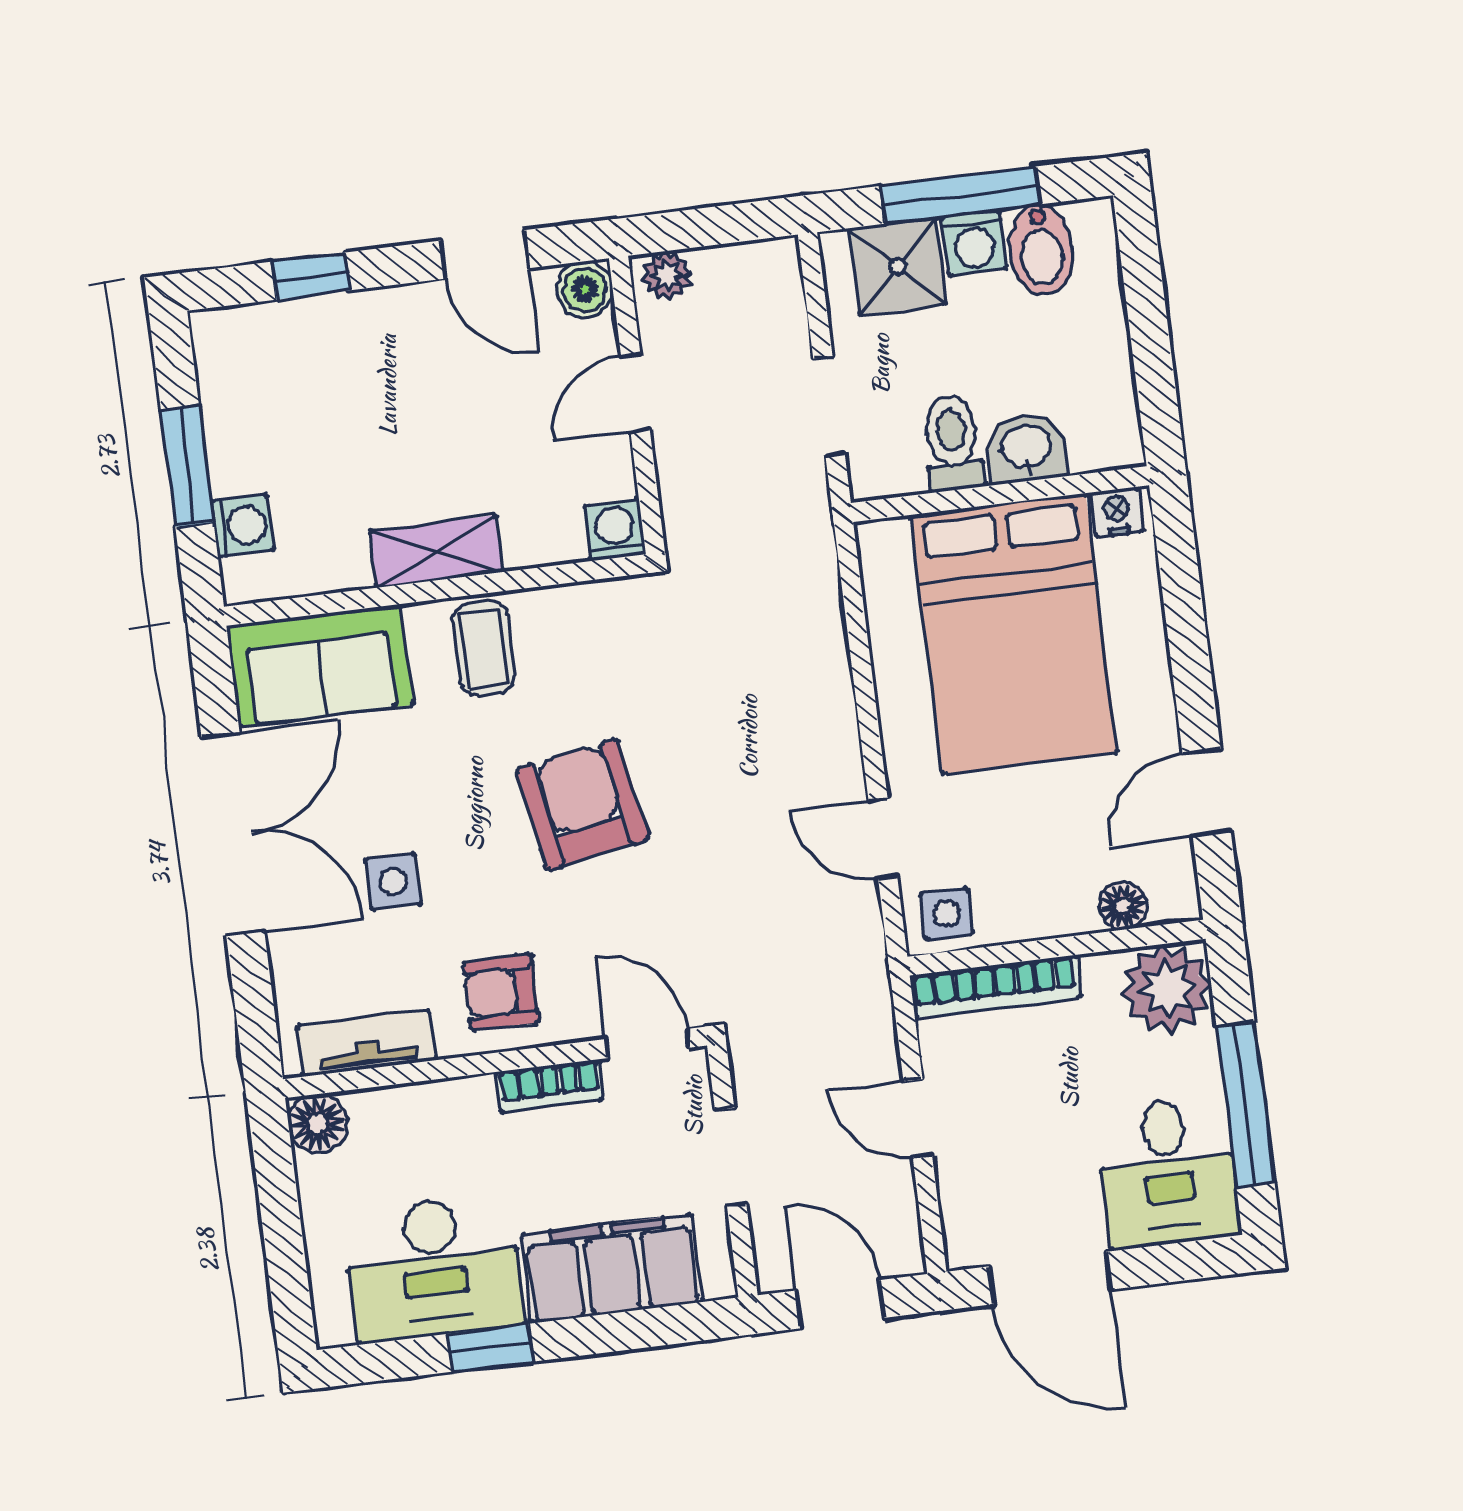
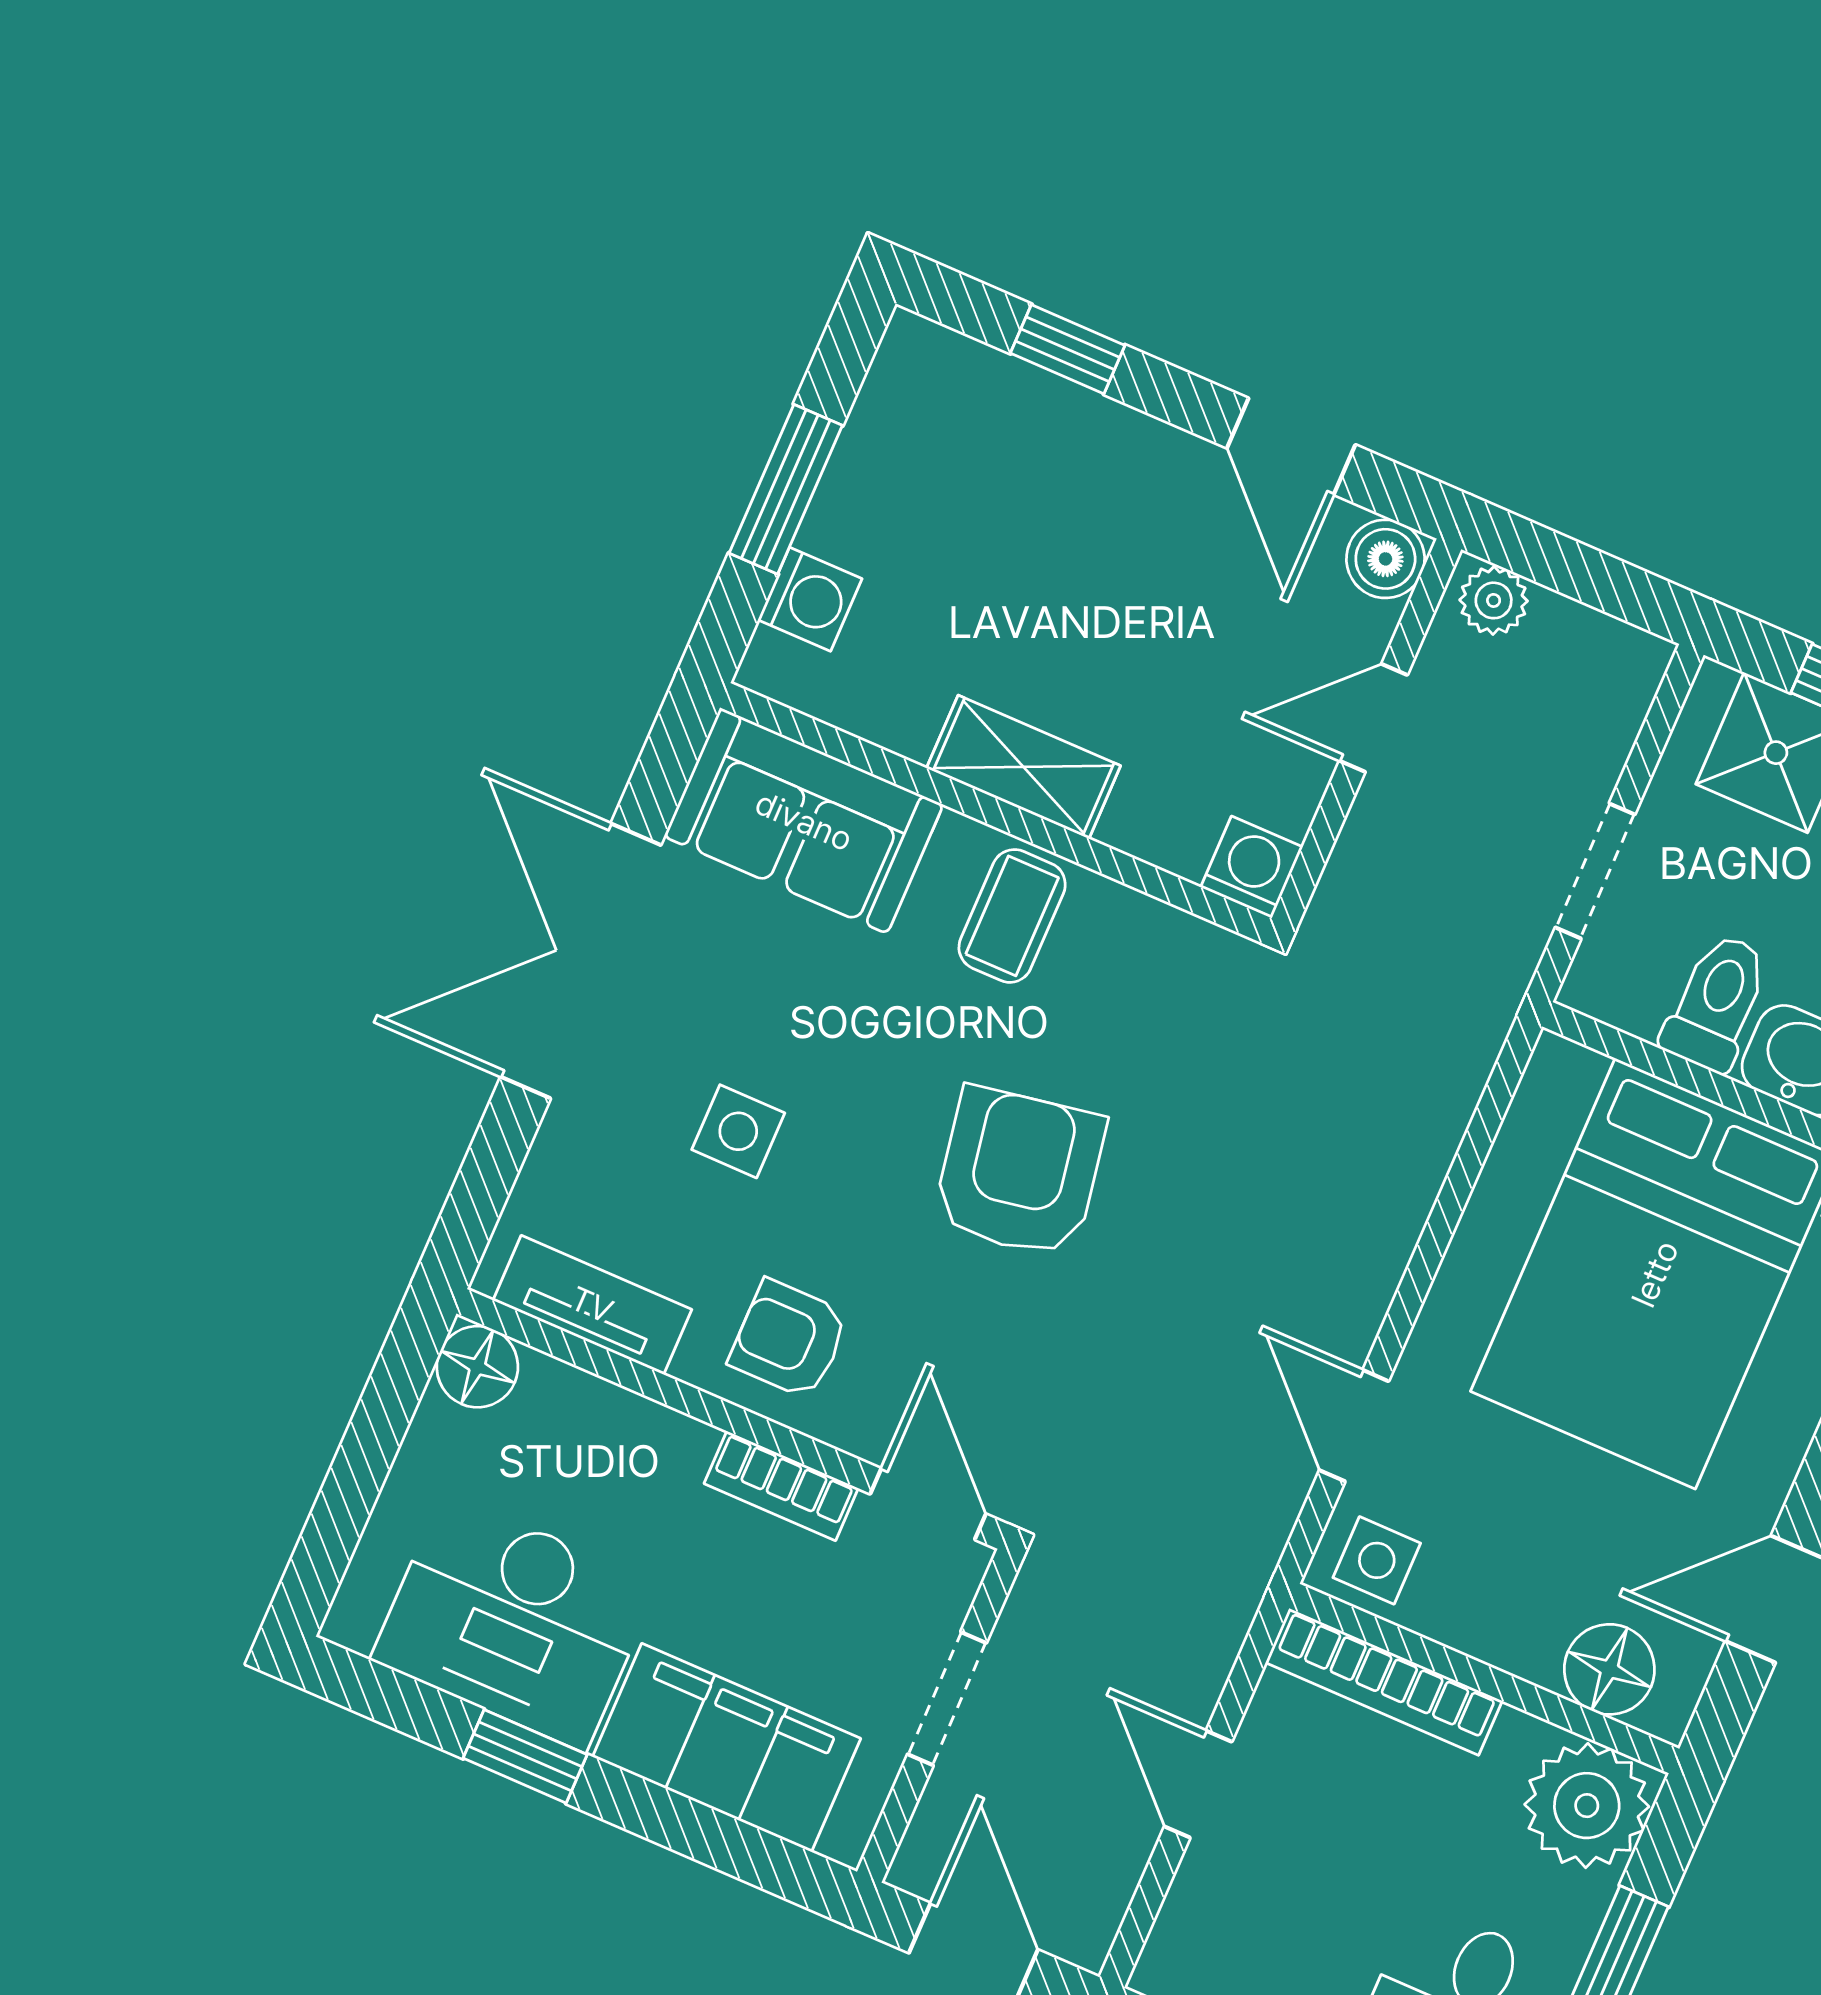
double door: (233, 834) -> (581, 961), swing flipped
floor lamp: (1123, 906) -> (1609, 1669), width x1.37, depth x1.37

